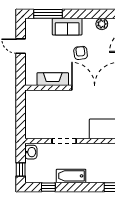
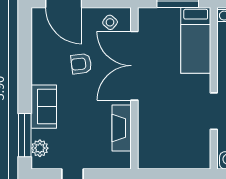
plant: (102, 24) -> (40, 148), moved
armchair: (81, 53) -> (81, 64), moved

